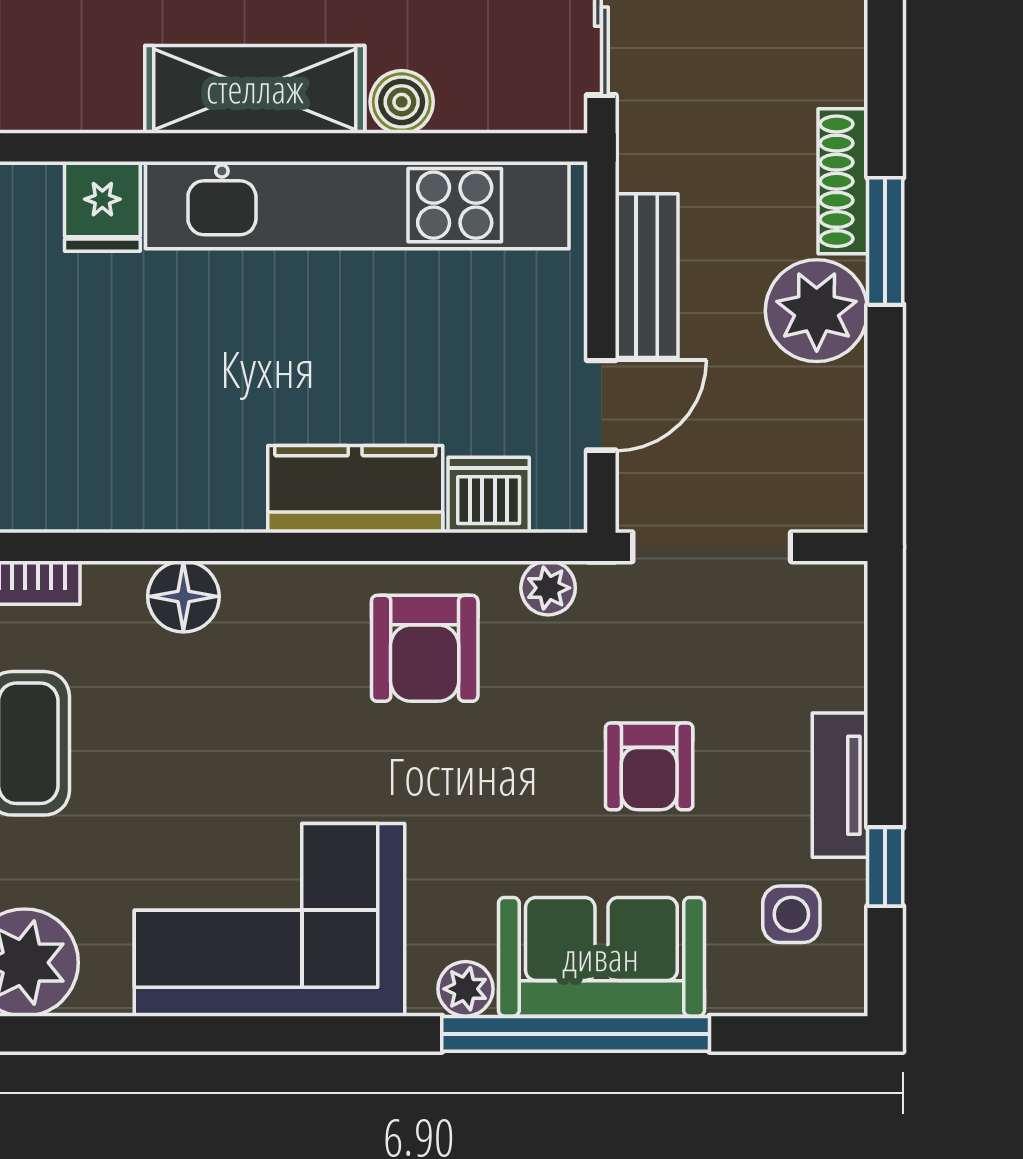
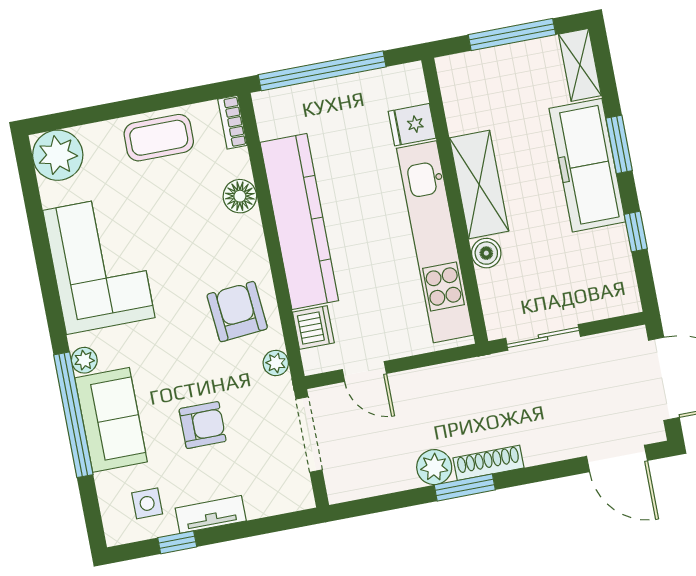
bench: (647, 276) -> (428, 381), removed
plant: (817, 311) -> (434, 467), width x0.73, depth x0.73
kitchen counter: (355, 489) -> (299, 222), width x2.08, depth x1.17
armchair: (425, 648) -> (237, 312), turned 85
armchair: (649, 766) -> (203, 425), turned 180

